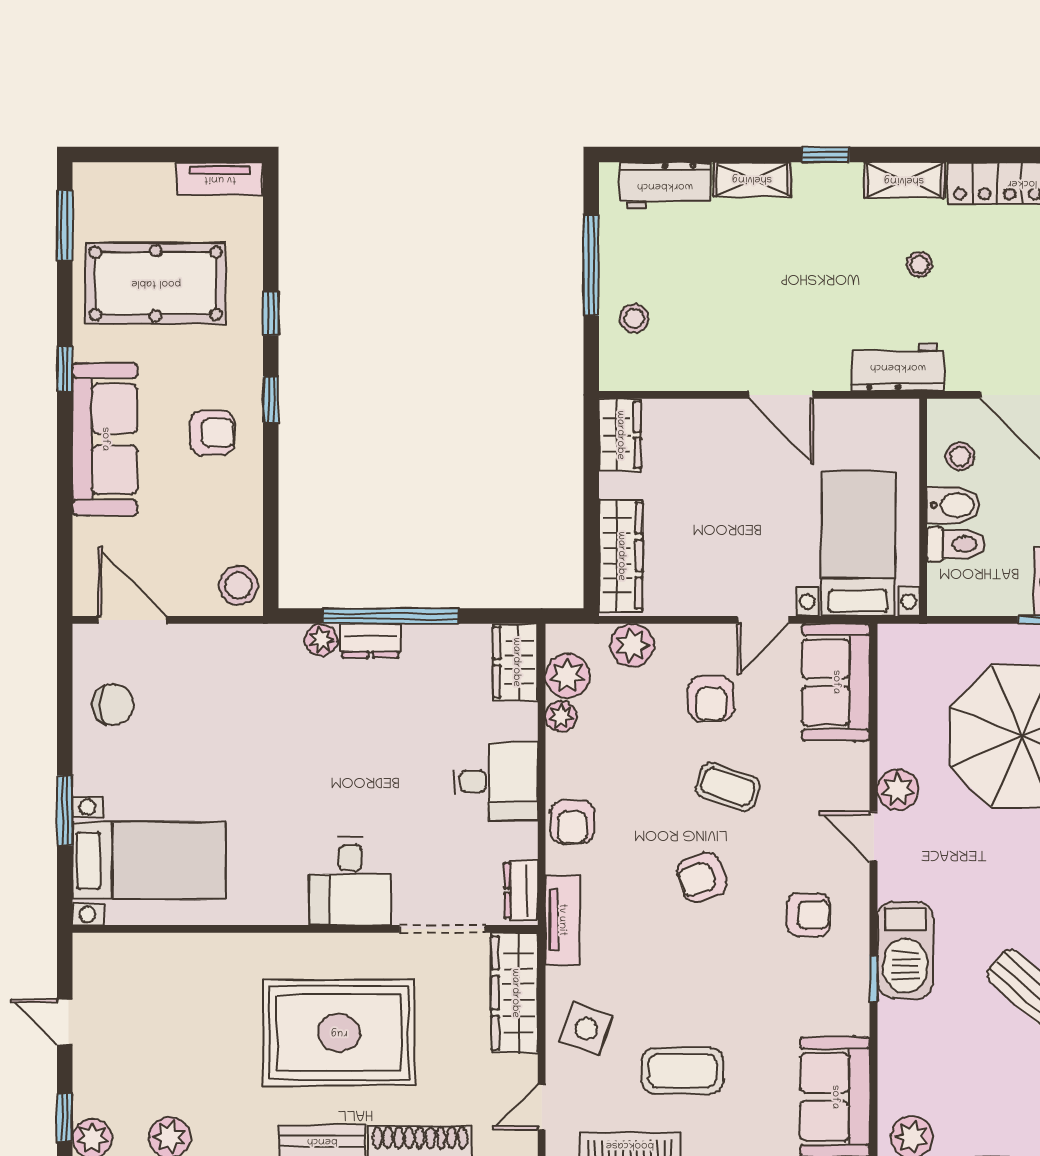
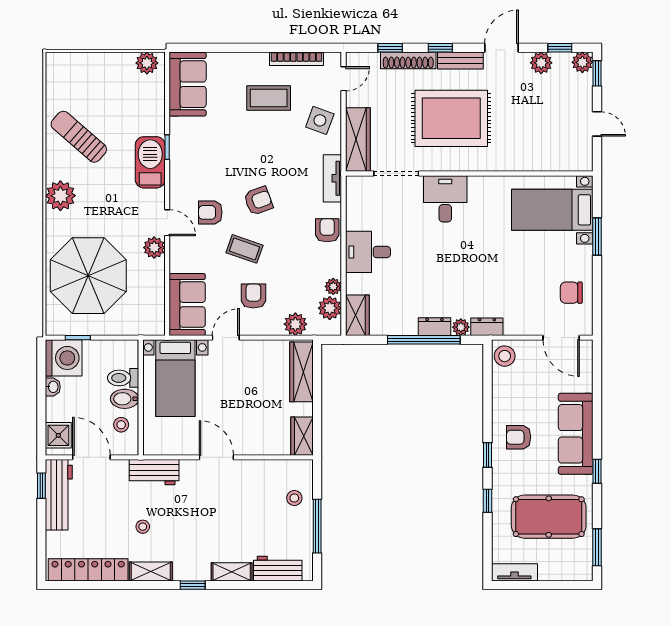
dresser: (521, 890) -> (487, 327), moved, turned -90
armchair: (808, 915) -> (210, 212), moved

